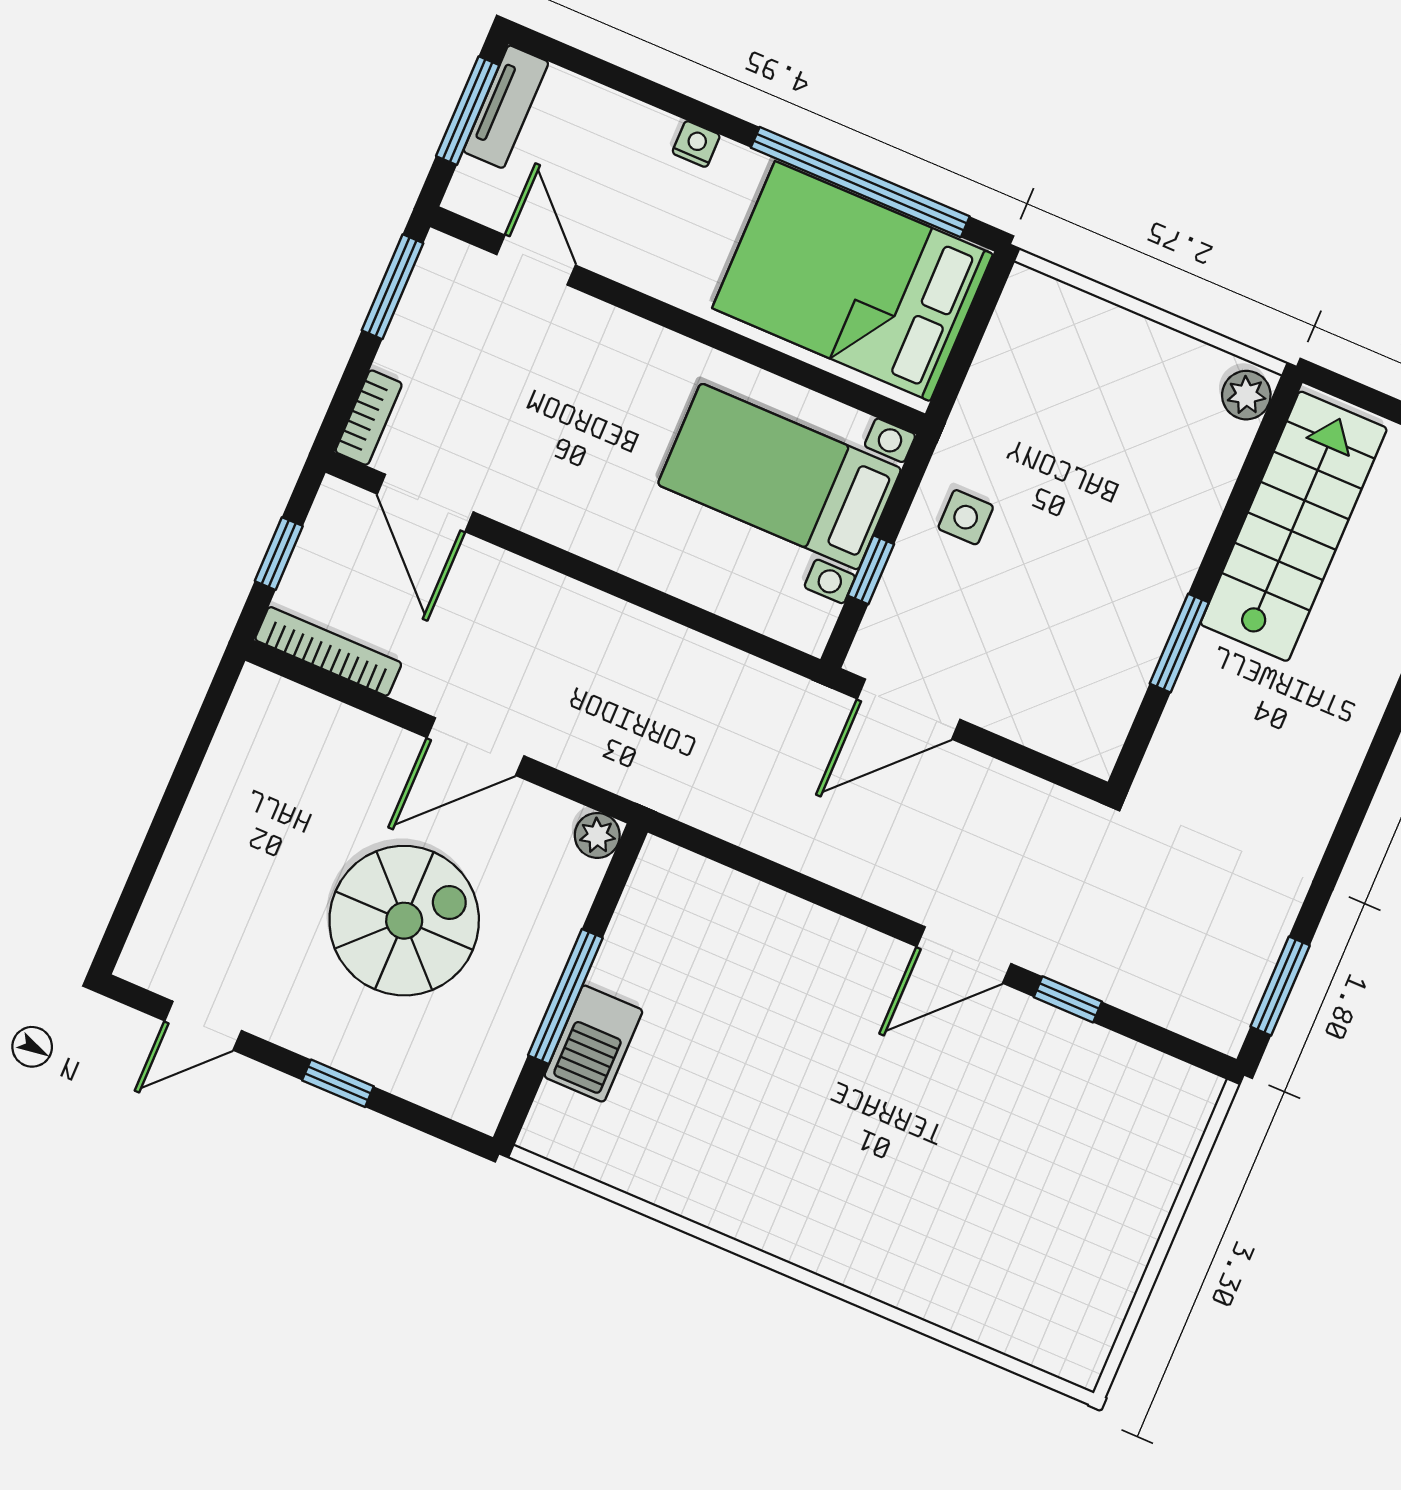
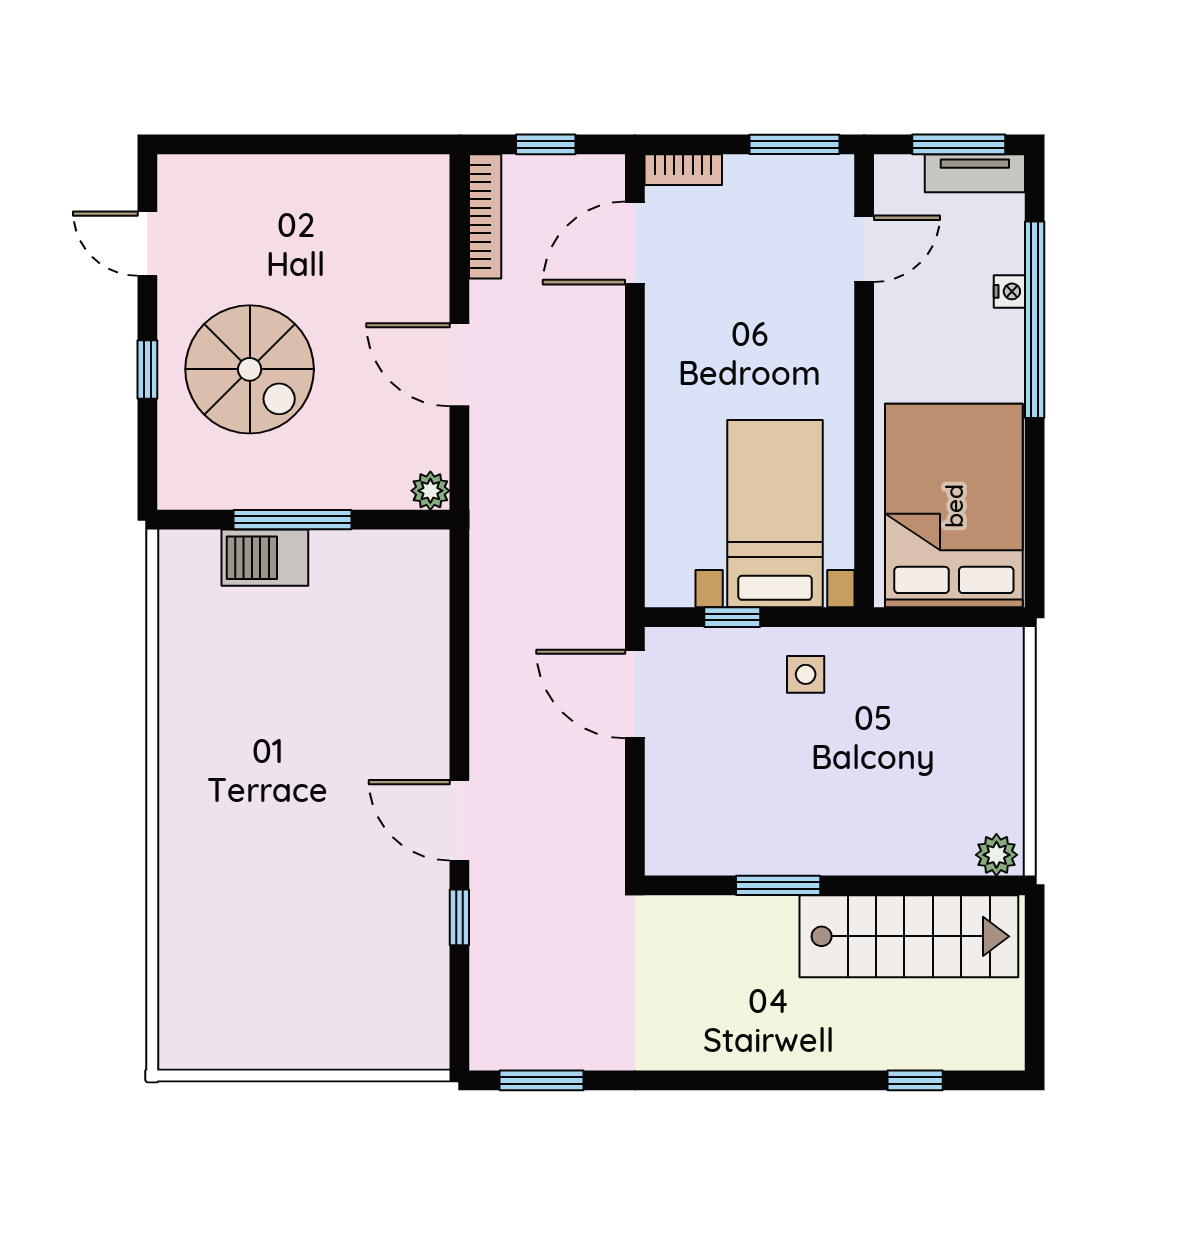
nightstand: (696, 144) -> (1009, 291), moved
window: (860, 182) -> (1035, 320), moved
spiral stairs: (404, 921) -> (250, 369), moved

